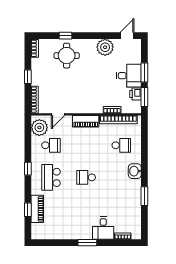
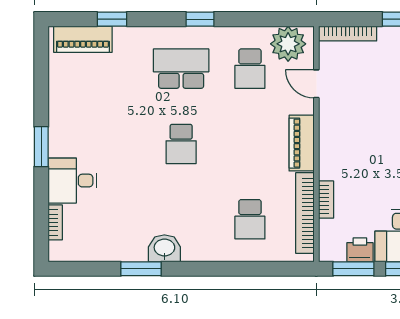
washbasin: (135, 171) -> (164, 248), moved
school desk: (86, 177) -> (181, 144), turned 180
piano: (37, 209) -> (83, 39), moved

